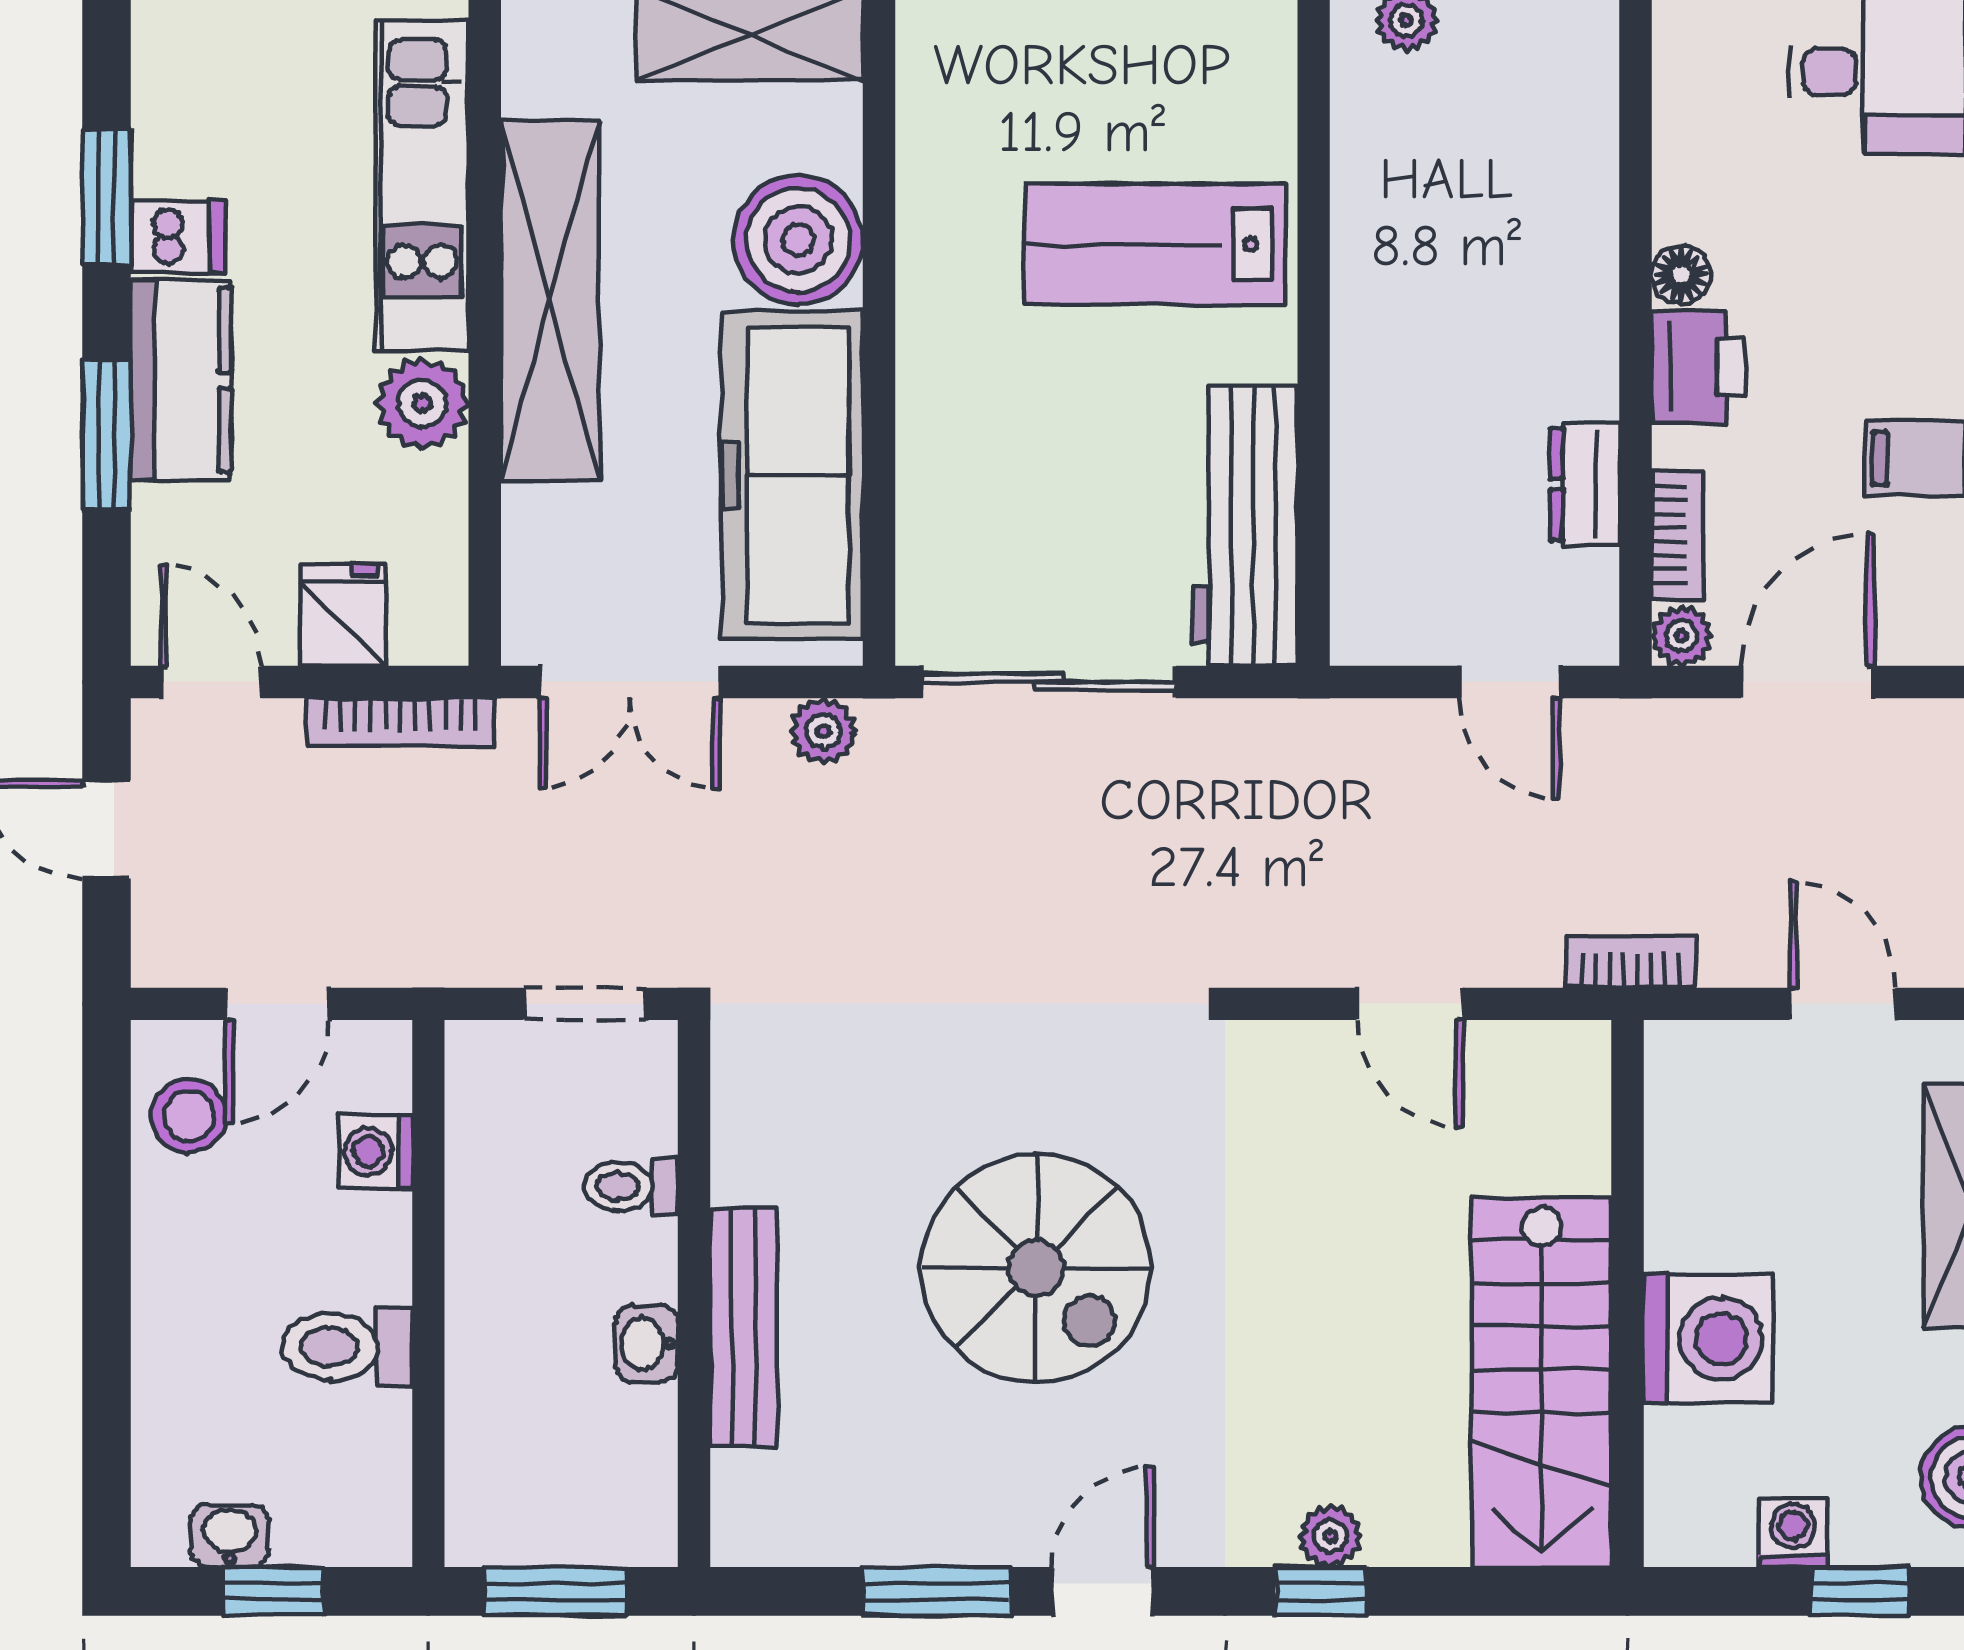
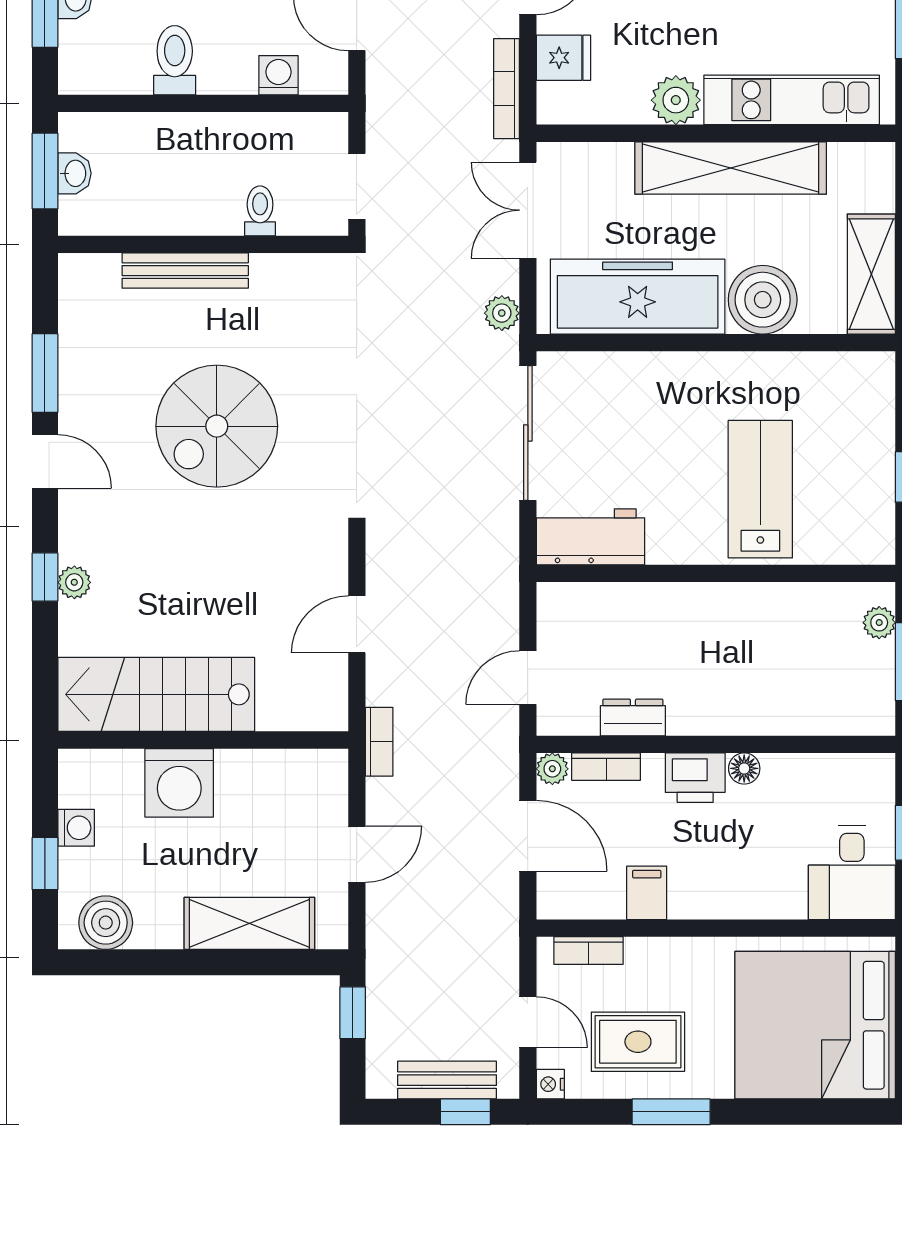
workbench: (1245, 526) -> (591, 537), width x0.73
washbasin: (647, 1344) -> (74, 173), moved, turned 90

